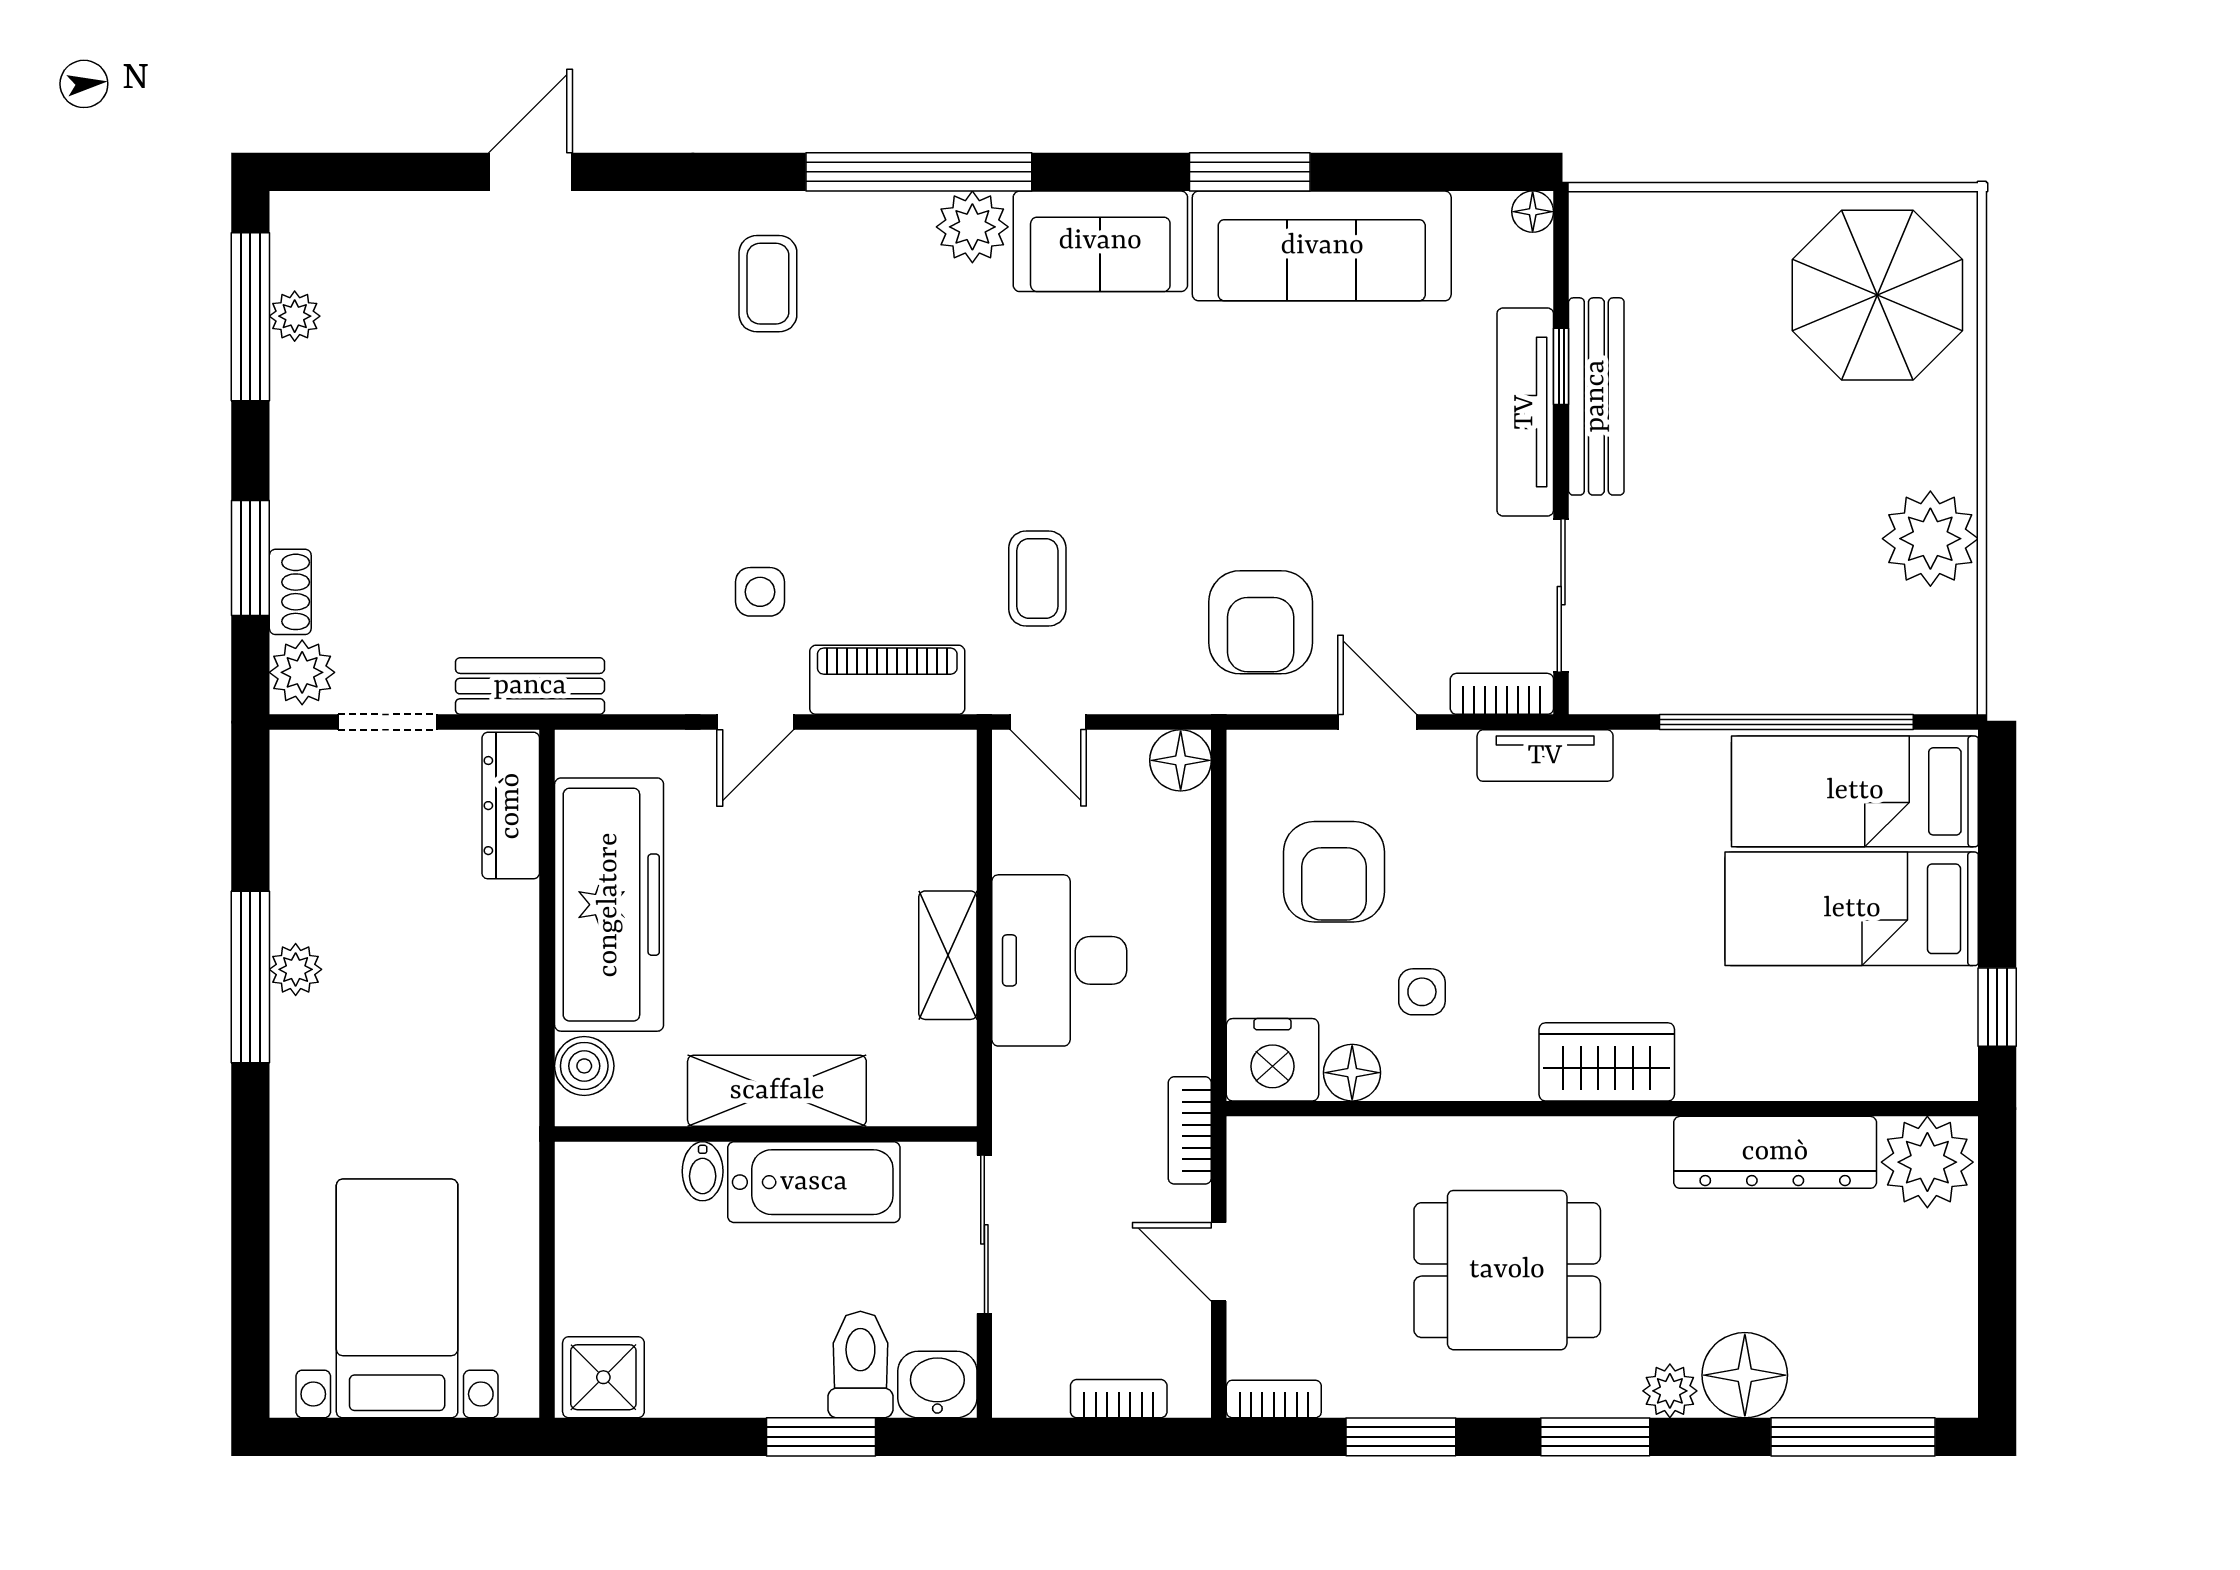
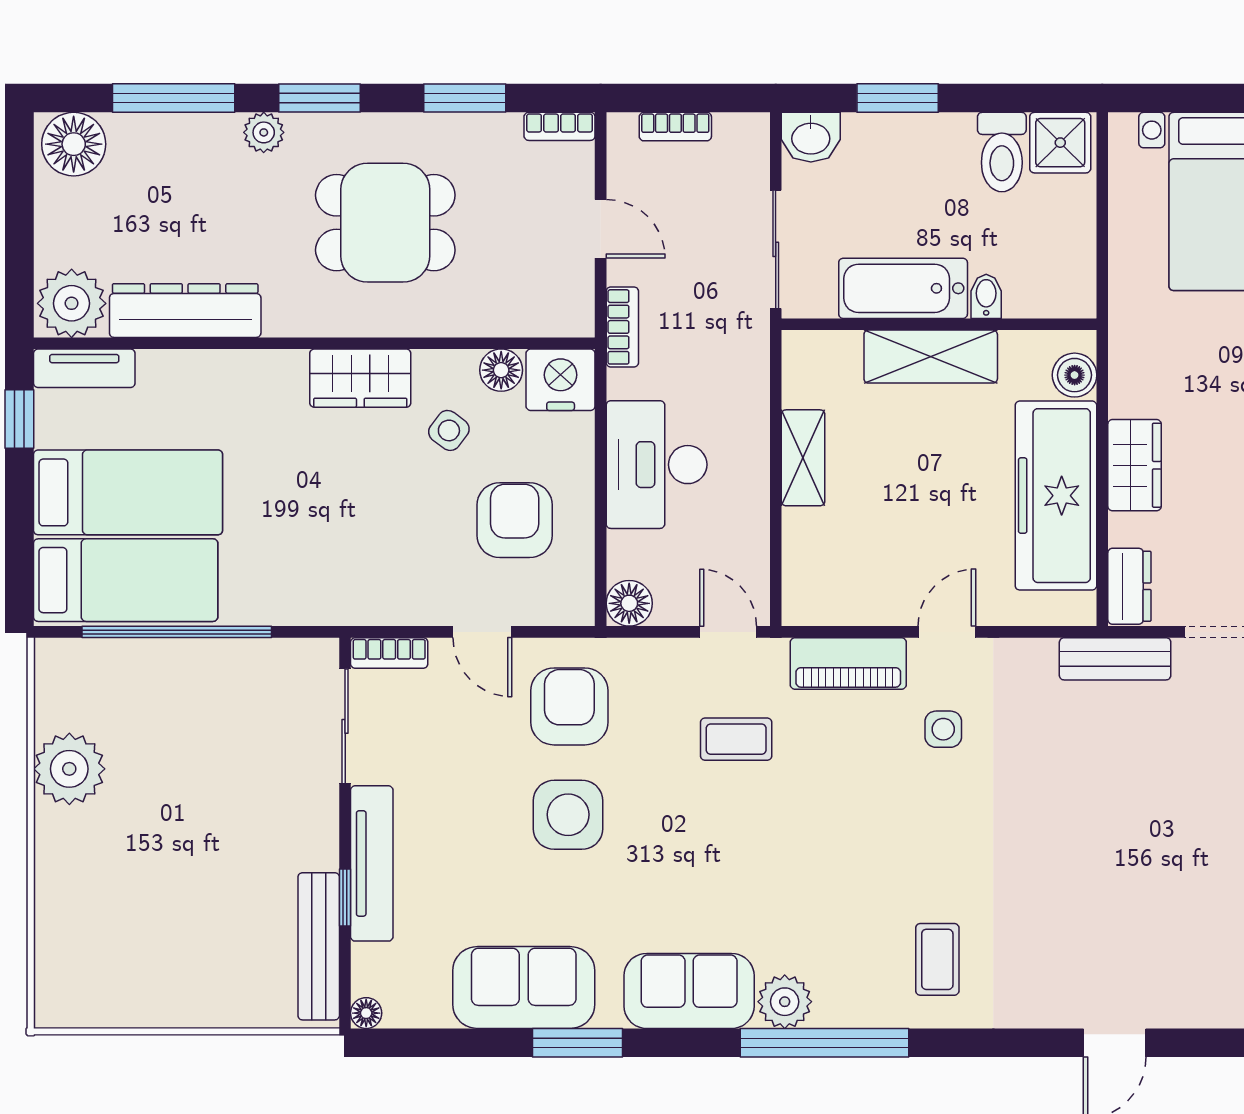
sofa: (1322, 246) -> (524, 987), width x0.73
parasol: (1877, 295) -> (109, 951), removed
bench: (1596, 396) -> (319, 946), moved
side table: (1262, 477) -> (568, 815), added
coffee table: (1037, 578) -> (736, 739), turned 90
tv unit: (1545, 756) -> (84, 368), moved, turned 180
dresser: (511, 806) -> (1129, 586), width x0.70
wardrobe: (504, 945) -> (1135, 465), added
desk: (1059, 960) -> (657, 465), moved, turned 180
side table: (1422, 992) -> (449, 430), turned 37
wardrobe: (1607, 1062) -> (360, 378), moved
toilet: (860, 1365) -> (1002, 152), moved
floor lamp: (1745, 1375) -> (74, 144), moved
window: (1853, 1437) -> (174, 98), moved

